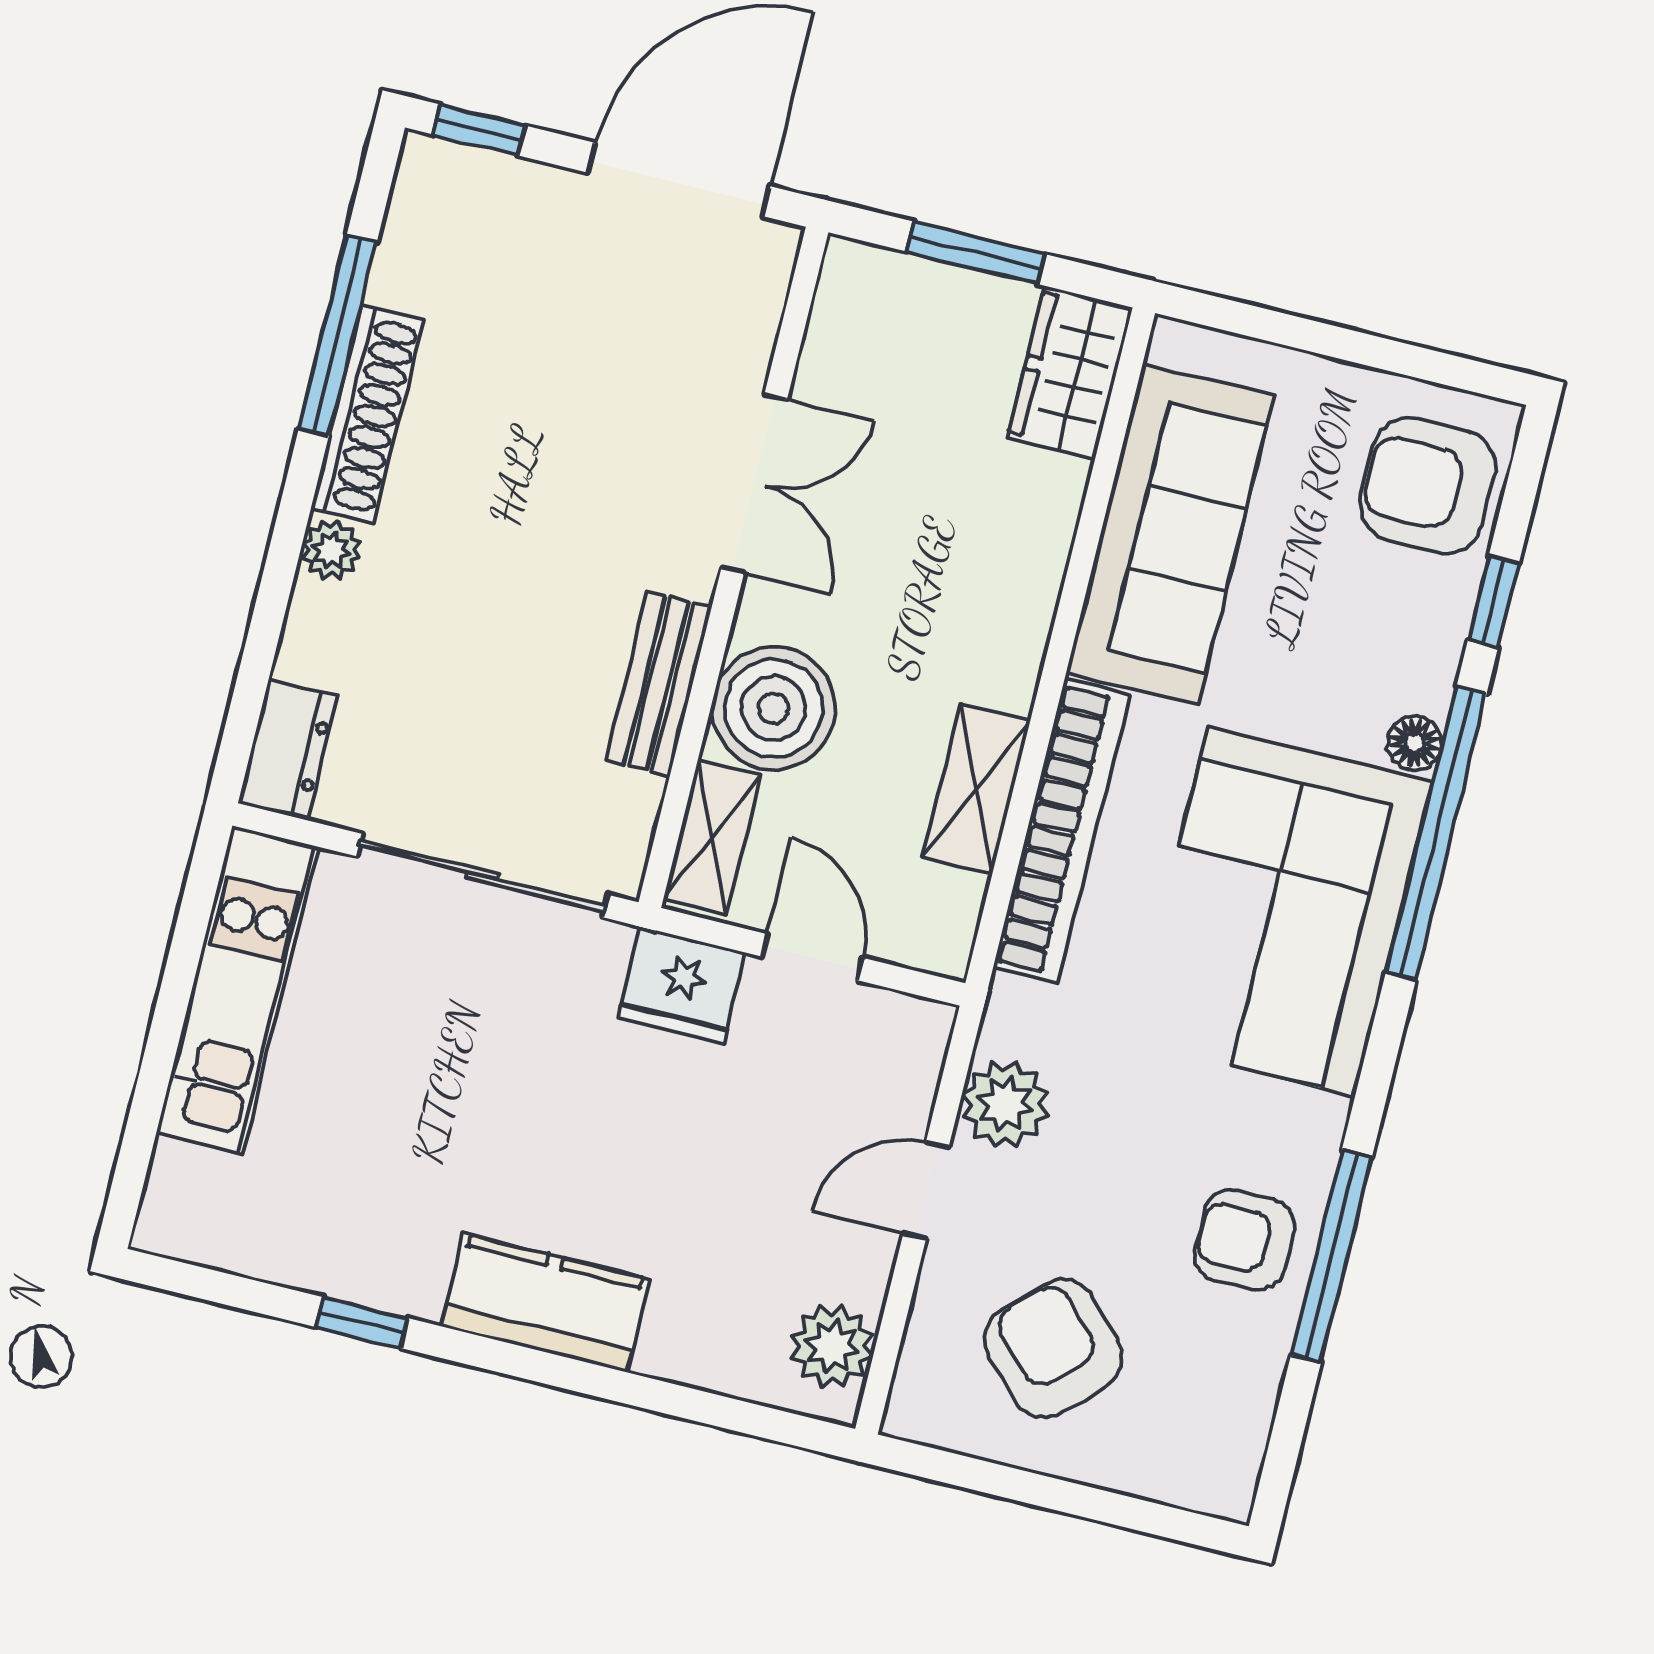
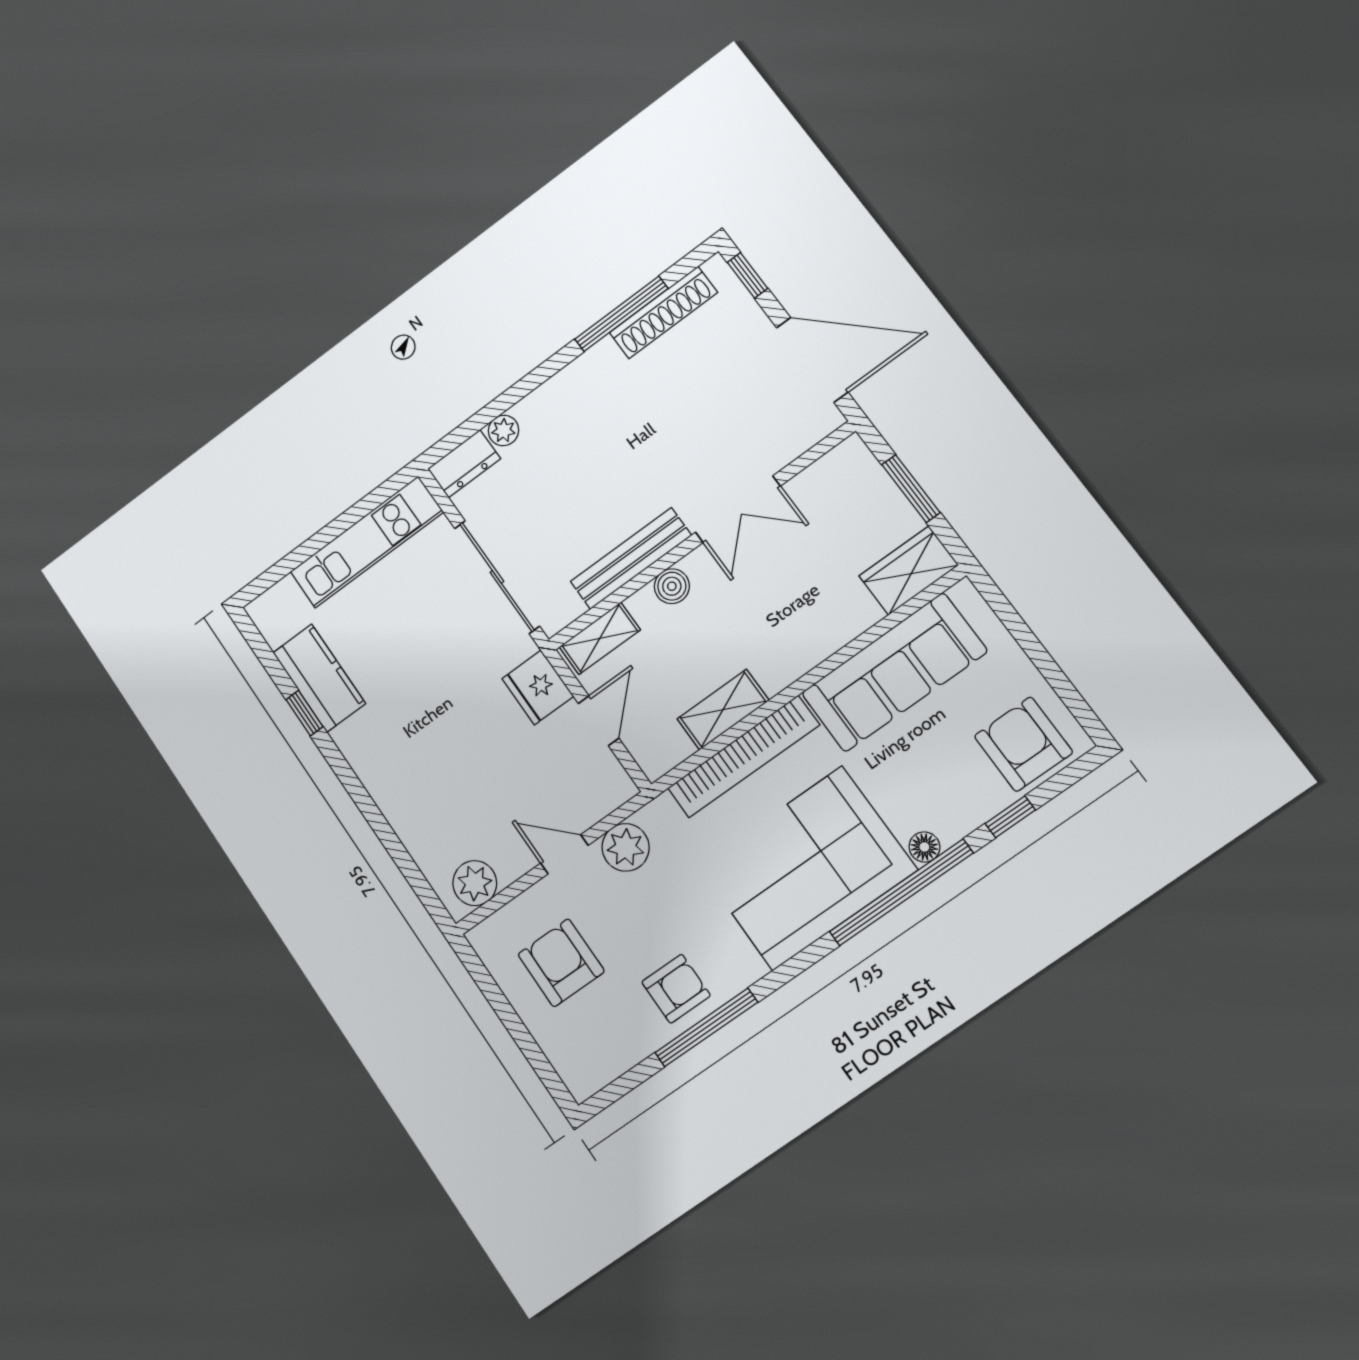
shoe rack: (367, 414) -> (663, 313), moved
plant: (331, 550) -> (503, 430), moved
bench: (659, 683) -> (631, 558), width x1.36
boiler: (774, 708) -> (672, 586), width x0.54, depth x0.54
armchair: (1244, 1240) -> (676, 989), turned 90
kitchen counter: (545, 1303) -> (319, 678), moved
armchair: (1053, 1348) -> (561, 963), turned -46

